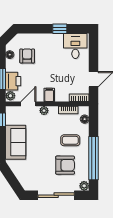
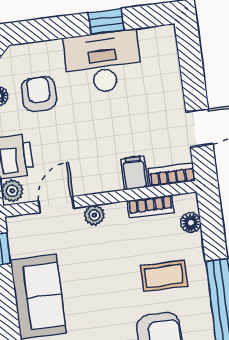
desk: (75, 46) -> (103, 62), moved, width x1.37
filing cabinet: (49, 95) -> (134, 173), moved

